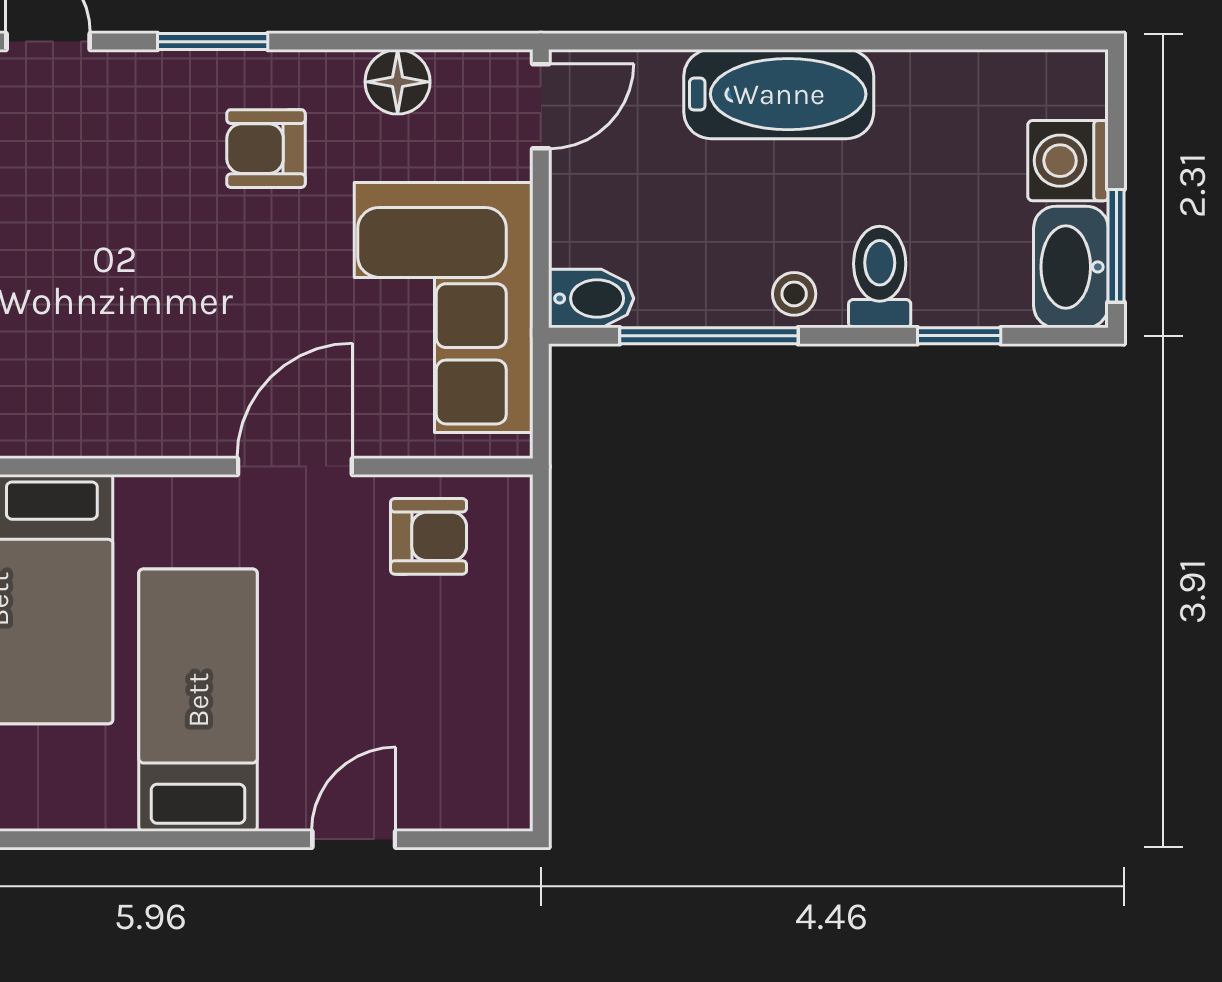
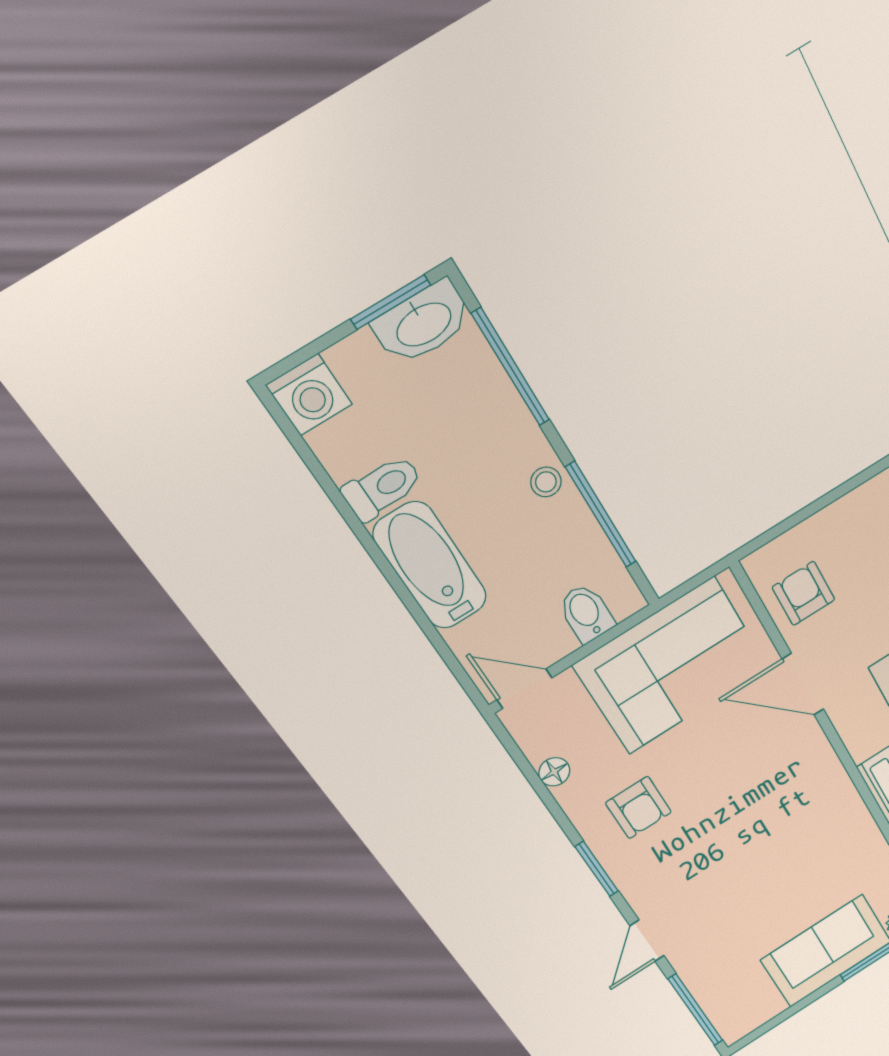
floor lamp: (398, 82) -> (554, 772), width x0.73, depth x0.73
washing machine: (1068, 161) -> (309, 395), moved
toilet: (880, 277) -> (382, 488), moved, turned 180
bidet: (591, 298) -> (586, 613), moved
window: (959, 336) -> (511, 367), width x2.17

